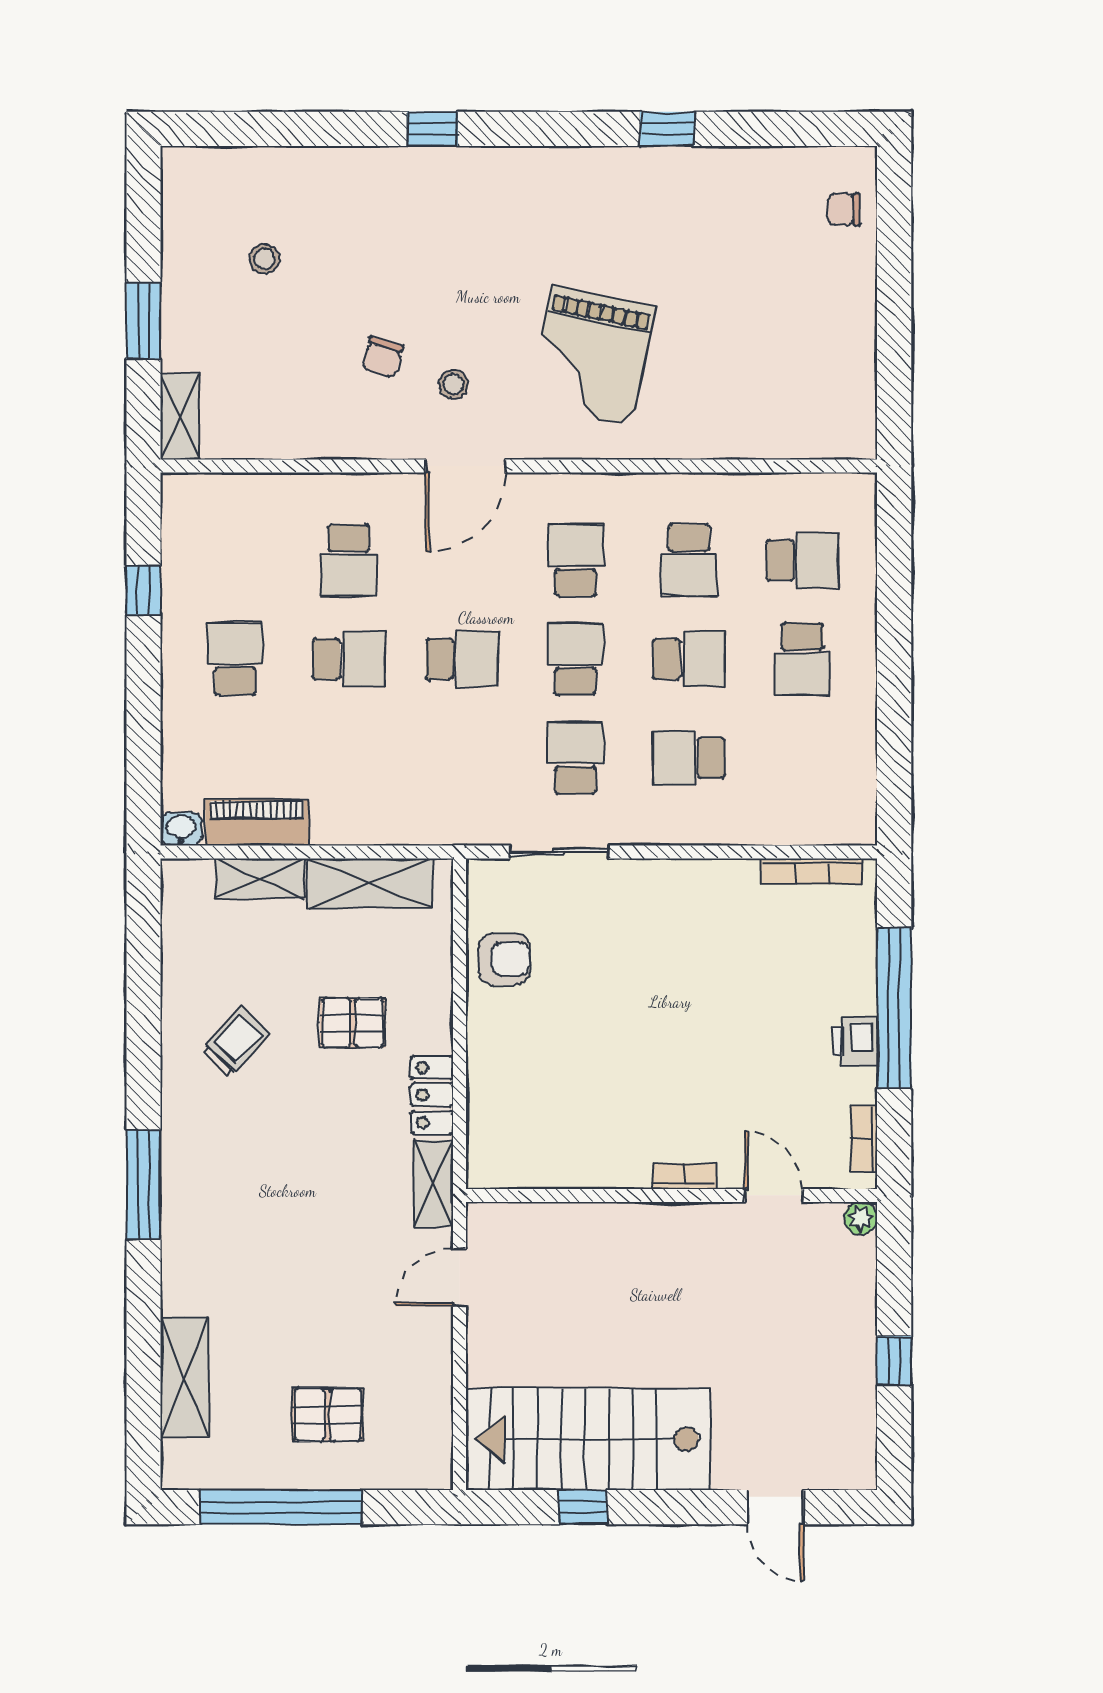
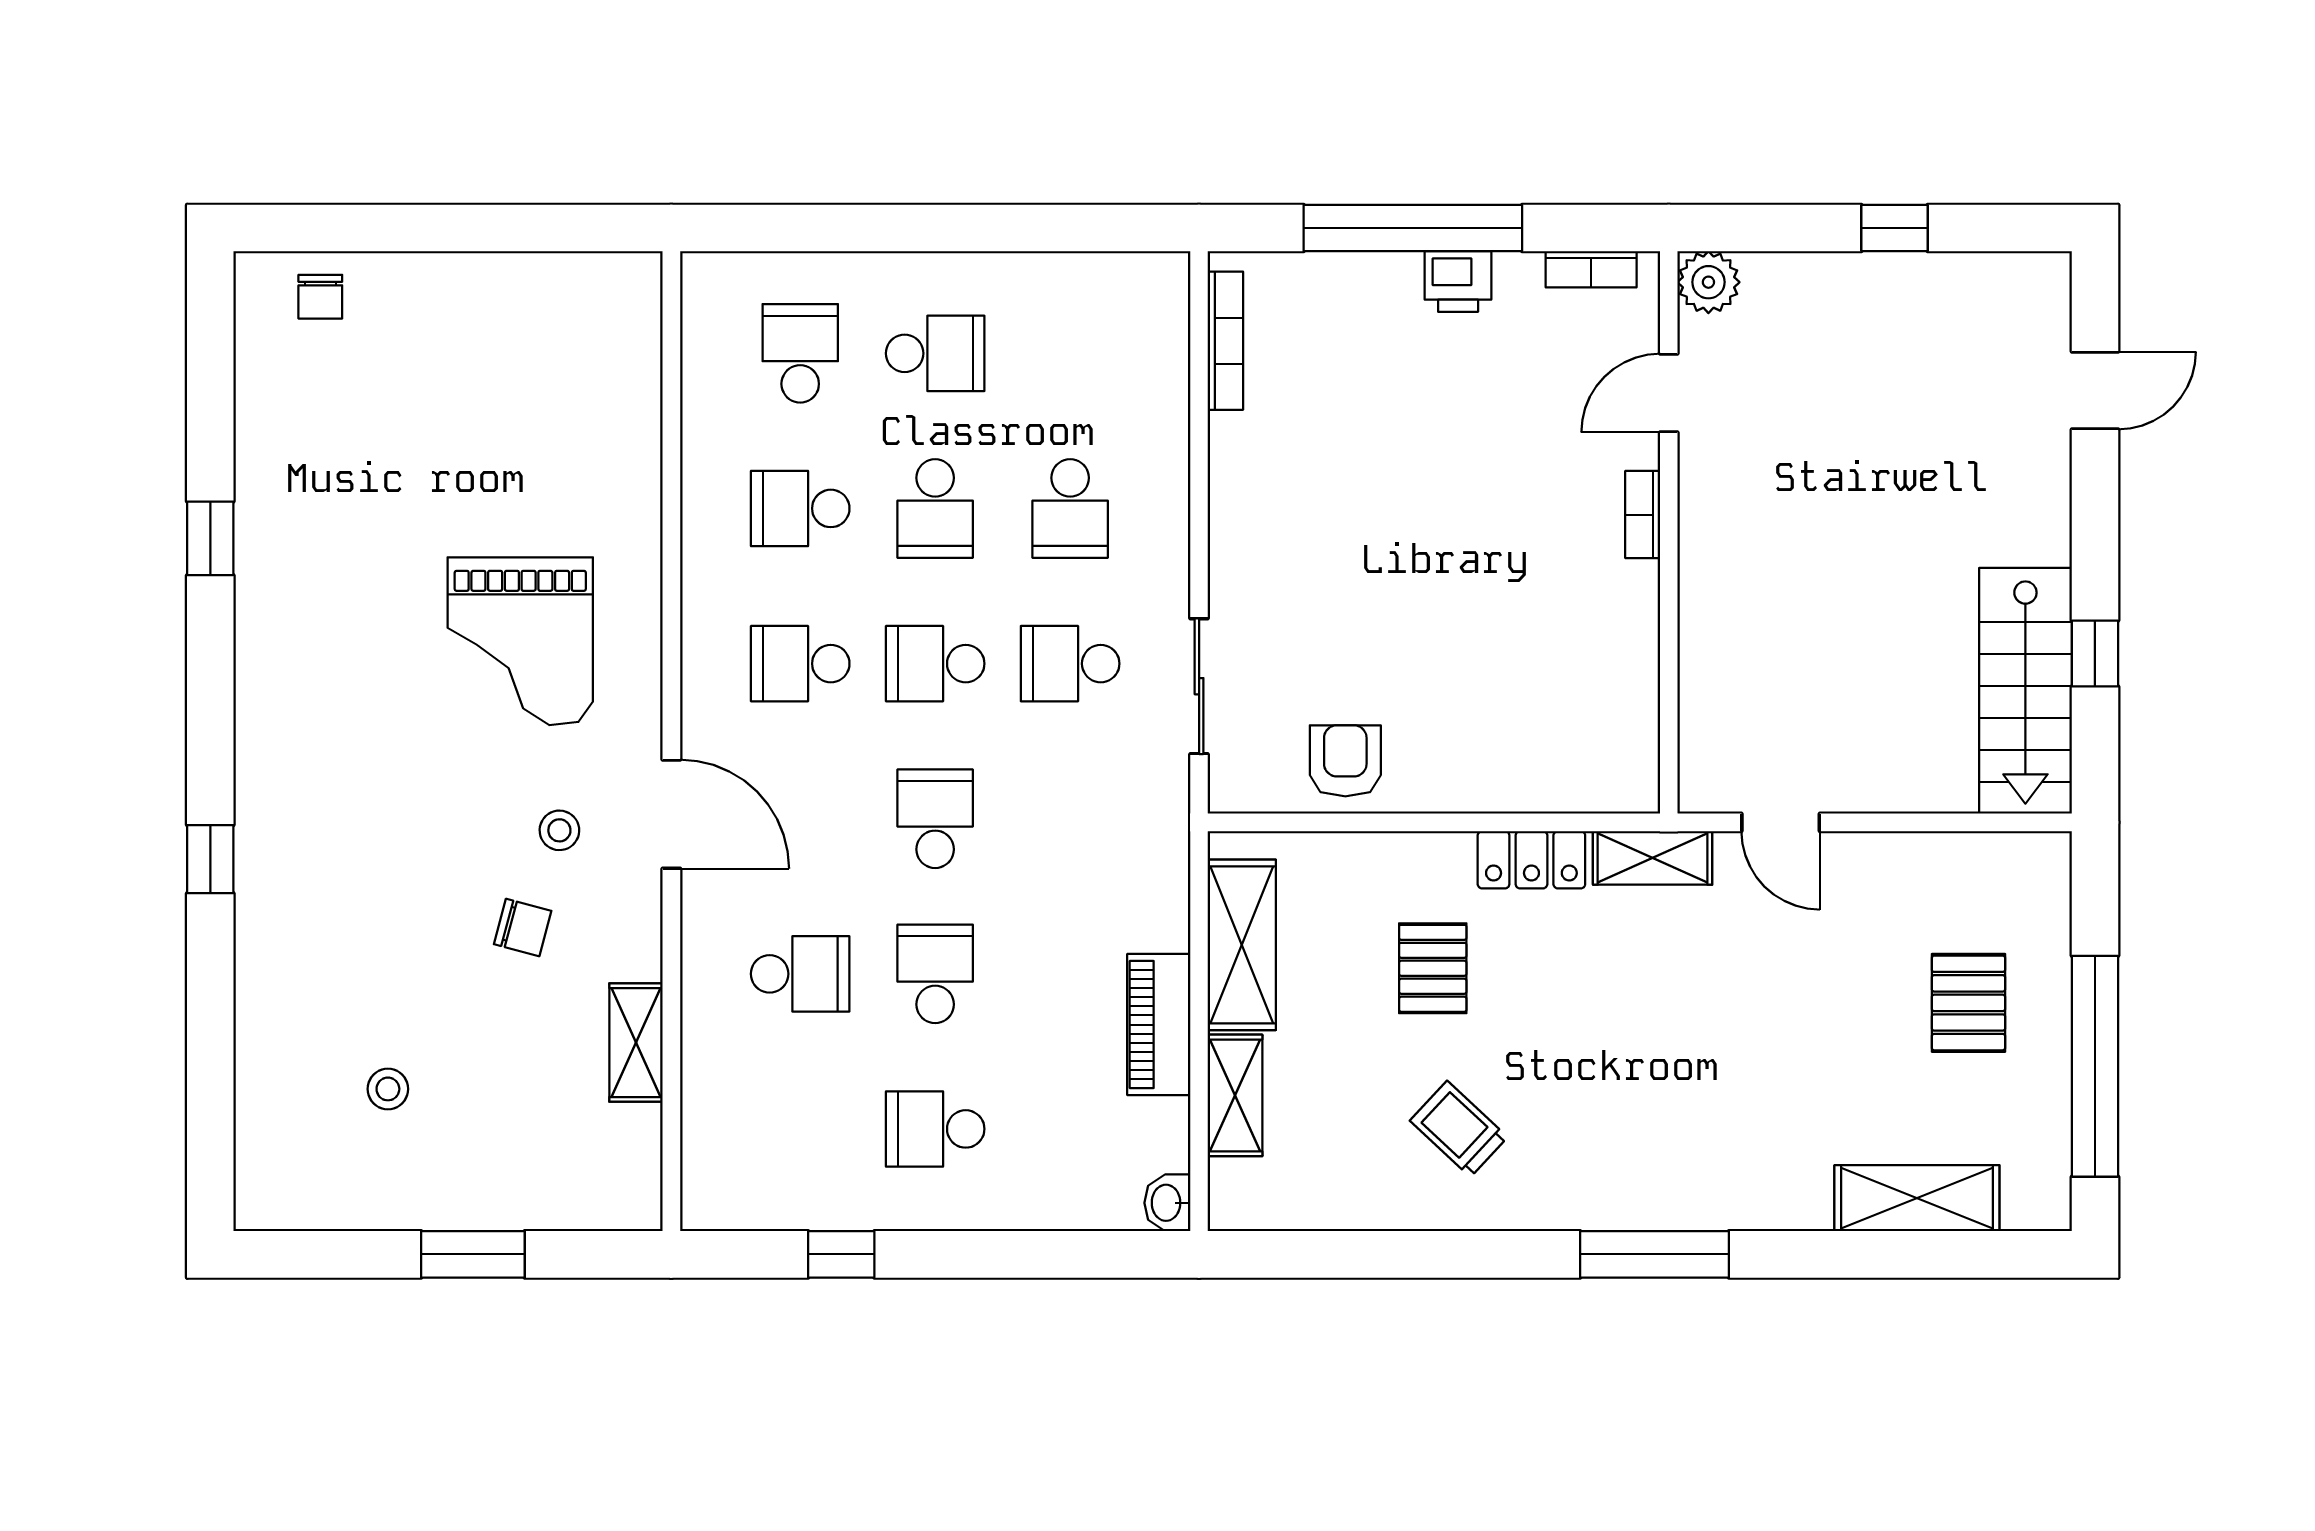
grand piano: (592, 356) -> (520, 641), turned 78
shelving: (180, 416) -> (636, 1043), moved, turned 90
school desk: (689, 560) -> (800, 508), turned 180
school desk: (689, 659) -> (935, 508), turned 180
piano: (257, 823) -> (1159, 1025), moved
plant: (861, 1218) -> (1708, 282), width x1.38, depth x1.38
stairs: (588, 1439) -> (2025, 691), width x0.73, depth x0.66

